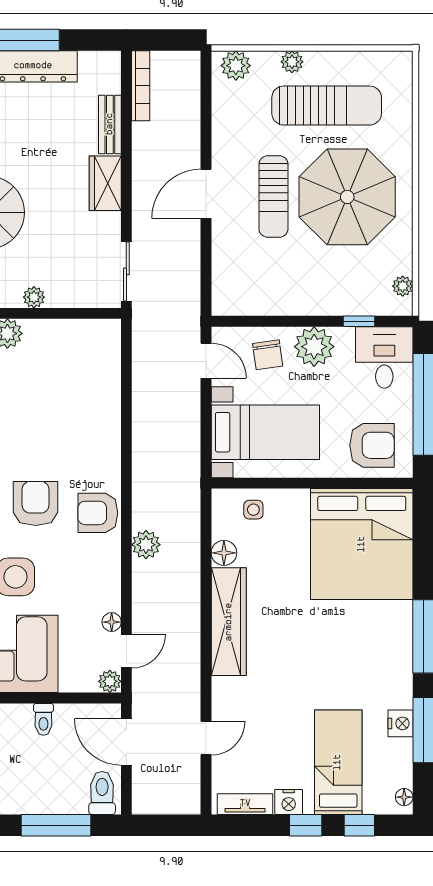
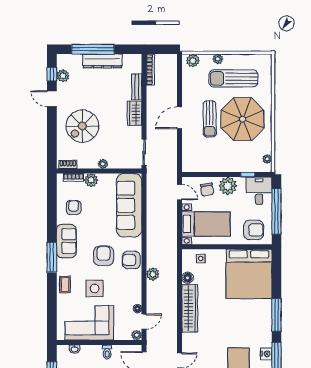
sun lounger: (327, 106) -> (233, 78), turned 180
sofa: (93, 390) -> (129, 205), added

